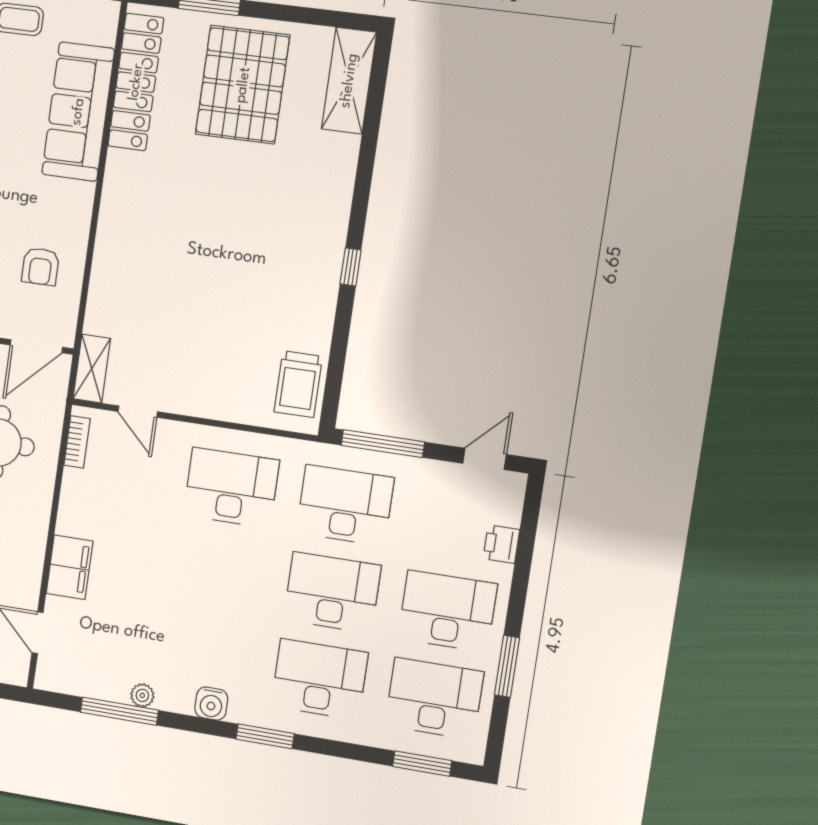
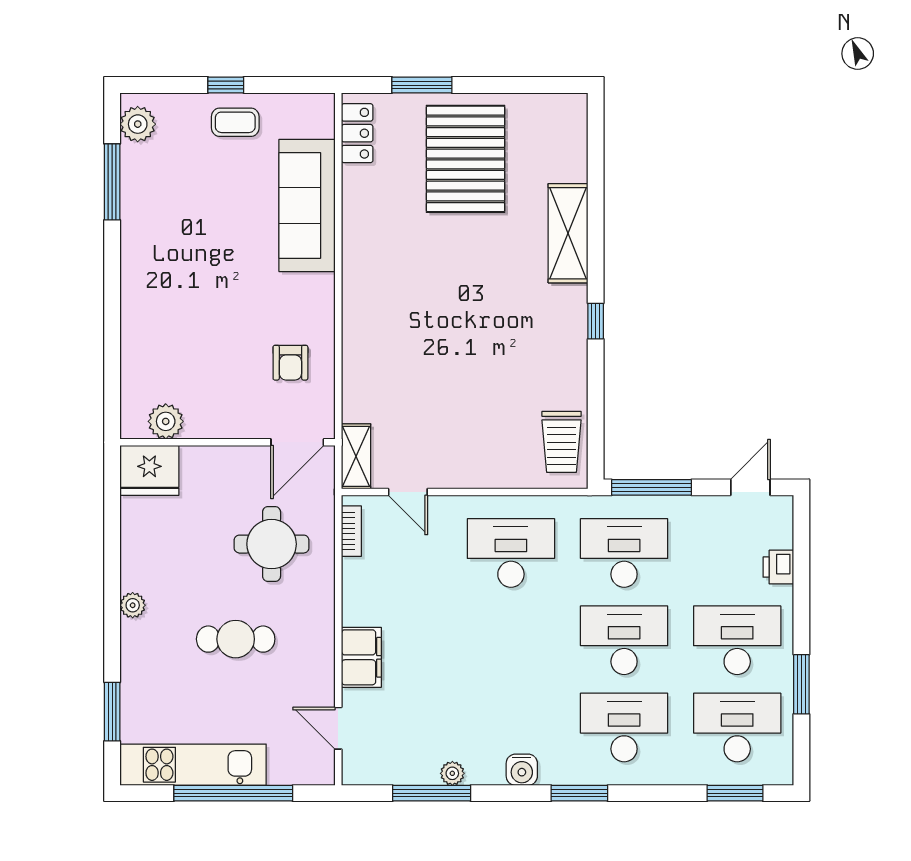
shelving: (349, 81) -> (568, 233), moved
locker: (136, 82) -> (357, 133), width x0.46, depth x0.83

